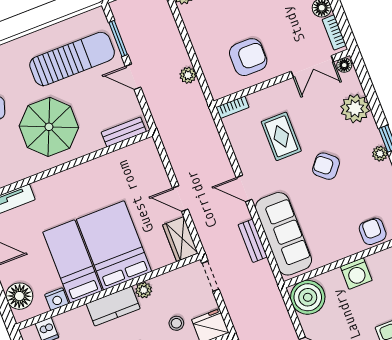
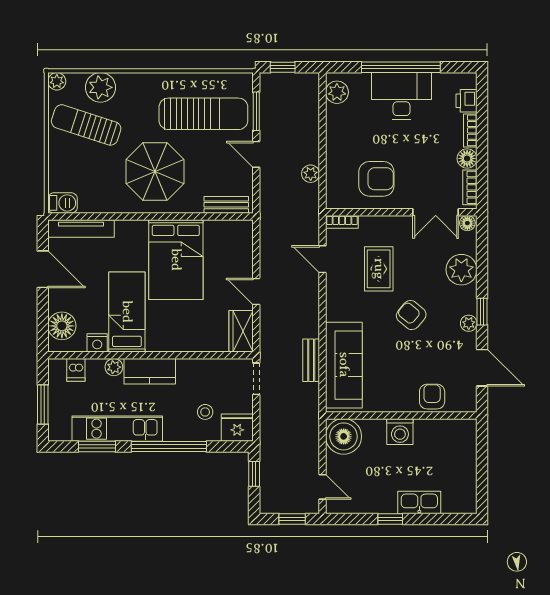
door: (244, 188) -> (322, 259), moved
bed: (114, 245) -> (176, 260), moved, turned 180
plant: (144, 290) -> (114, 367), moved

